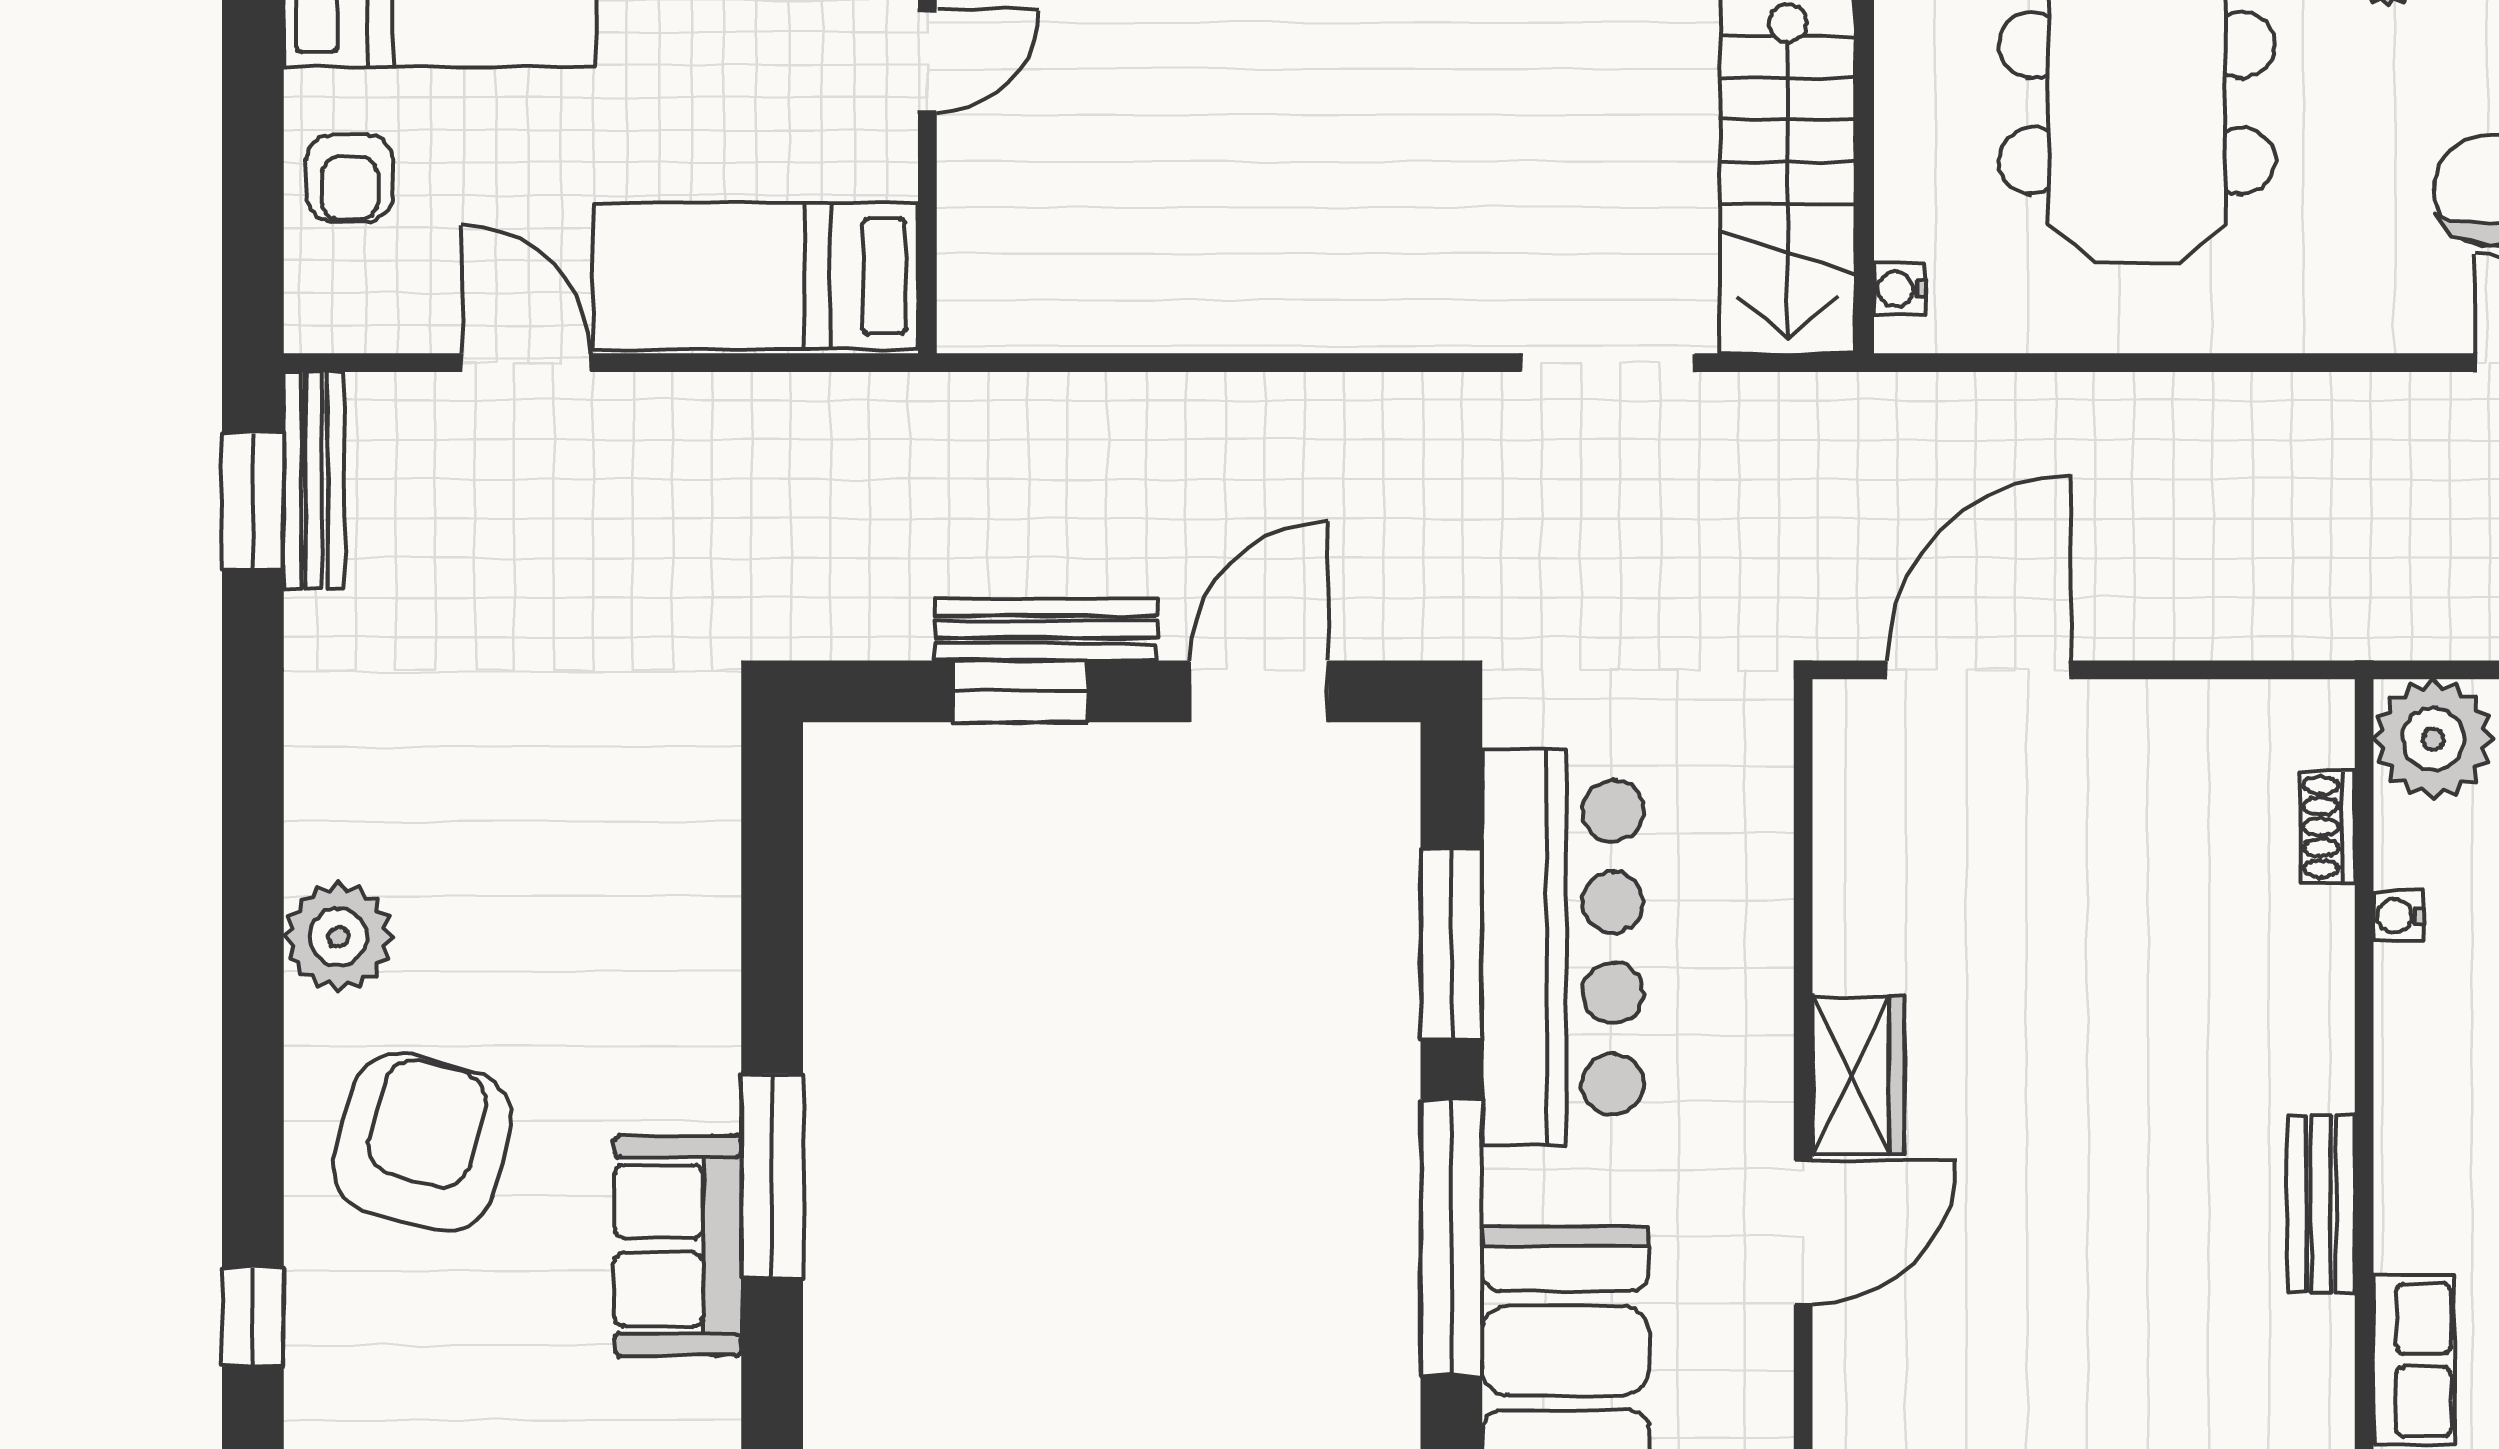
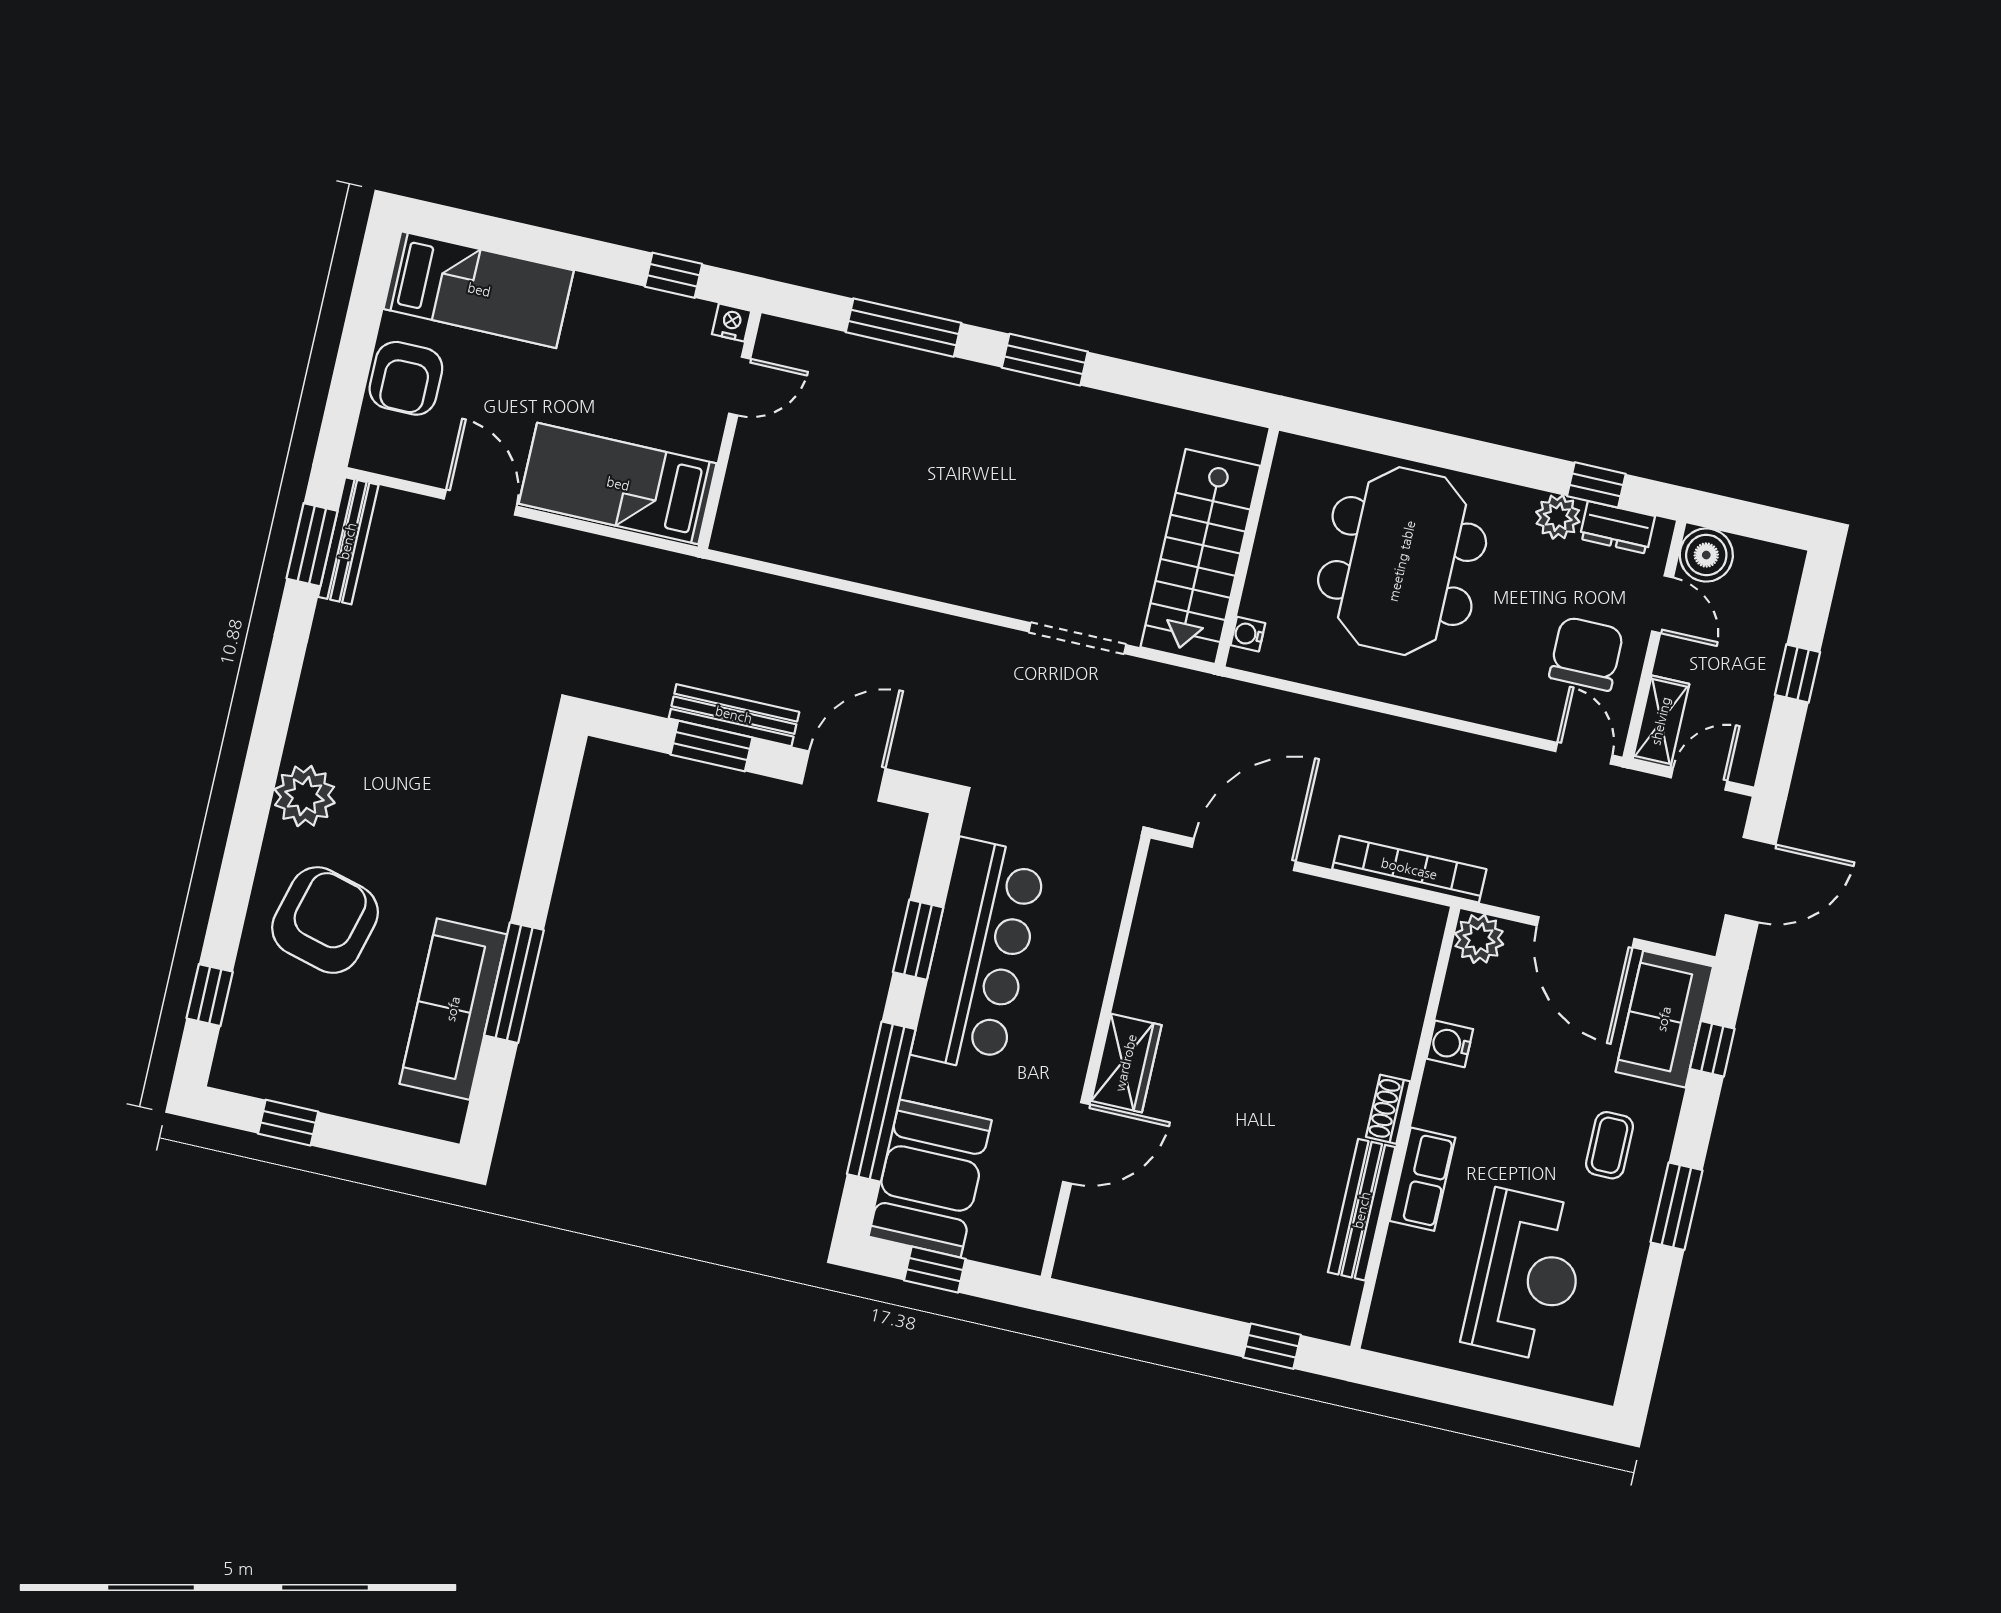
armchair: (350, 178) -> (406, 378), width x1.38, depth x1.38
bookcase: (2270, 630) -> (1409, 869), added
plant: (2433, 739) -> (1479, 939), width x0.73, depth x0.73
shoe rack: (2327, 827) -> (1388, 1109), moved
water cooler: (2398, 916) -> (1450, 1044), width x1.38, depth x1.38
window: (1451, 944) -> (918, 940), width x0.69
bench: (2321, 1203) -> (1362, 1210), width x1.36
sofa: (678, 1246) -> (453, 1009), width x1.36
row of seats: (2414, 1360) -> (1422, 1179), moved

